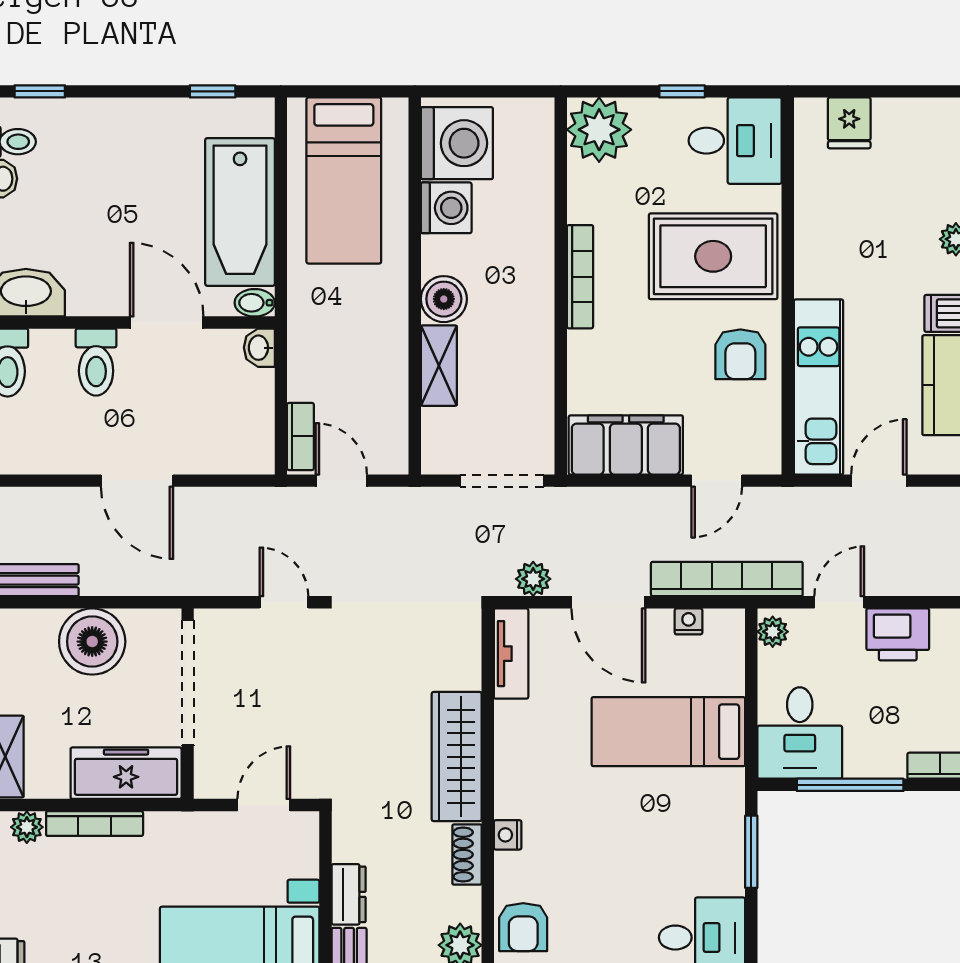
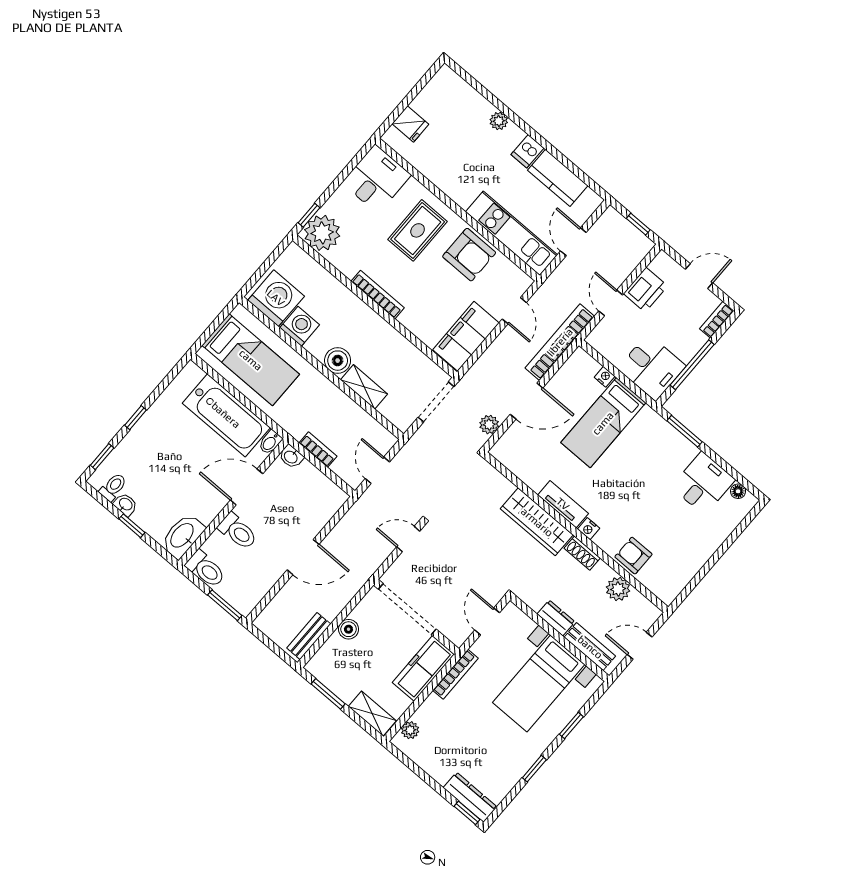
window: (213, 91) -> (135, 418), moved
window: (682, 91) -> (309, 215), moved
rug: (713, 256) -> (418, 230), width x0.73, depth x0.70
armchair: (740, 354) -> (469, 255), width x1.38, depth x1.38
bookcase: (300, 436) -> (318, 450), moved
door: (341, 481) -> (377, 470), hinge flipped
nightstand: (689, 621) -> (605, 377), moved, turned 90
plant: (773, 632) -> (599, 342), removed
boiler: (92, 642) -> (349, 629), width x0.54, depth x0.54
tv unit: (511, 654) -> (563, 504), moved
bookcase: (95, 824) -> (455, 674), moved
armchair: (523, 927) -> (633, 556), turned 180

